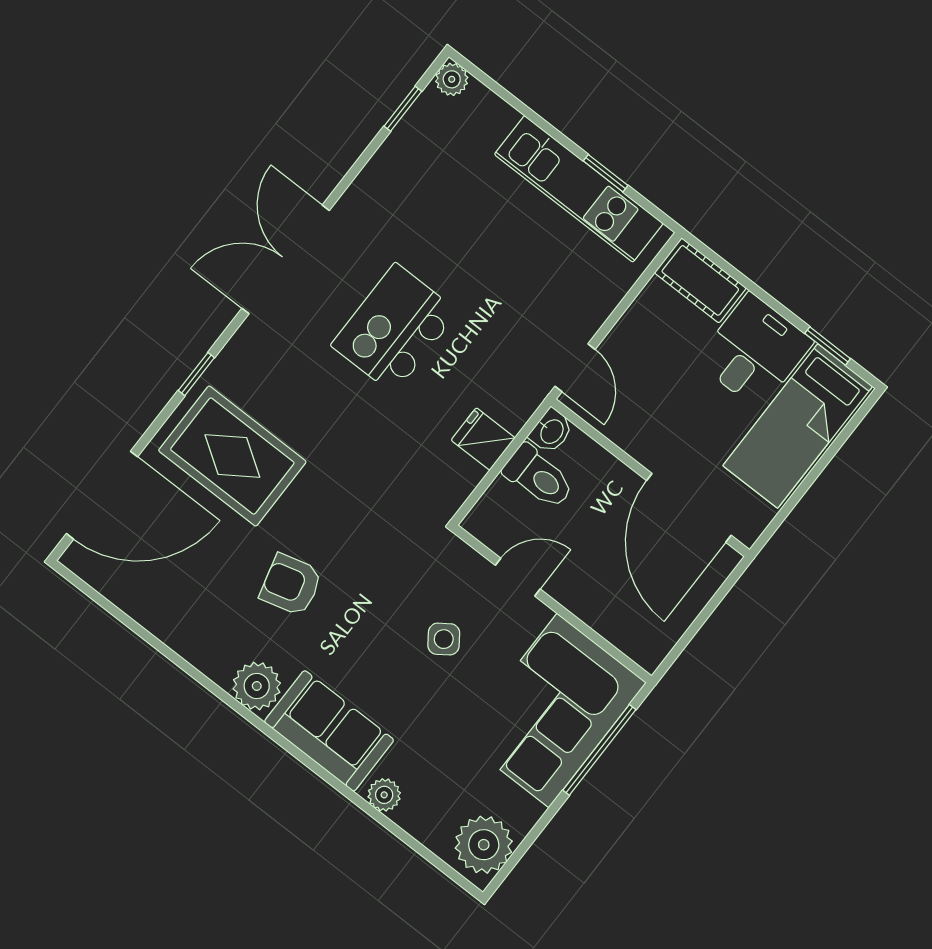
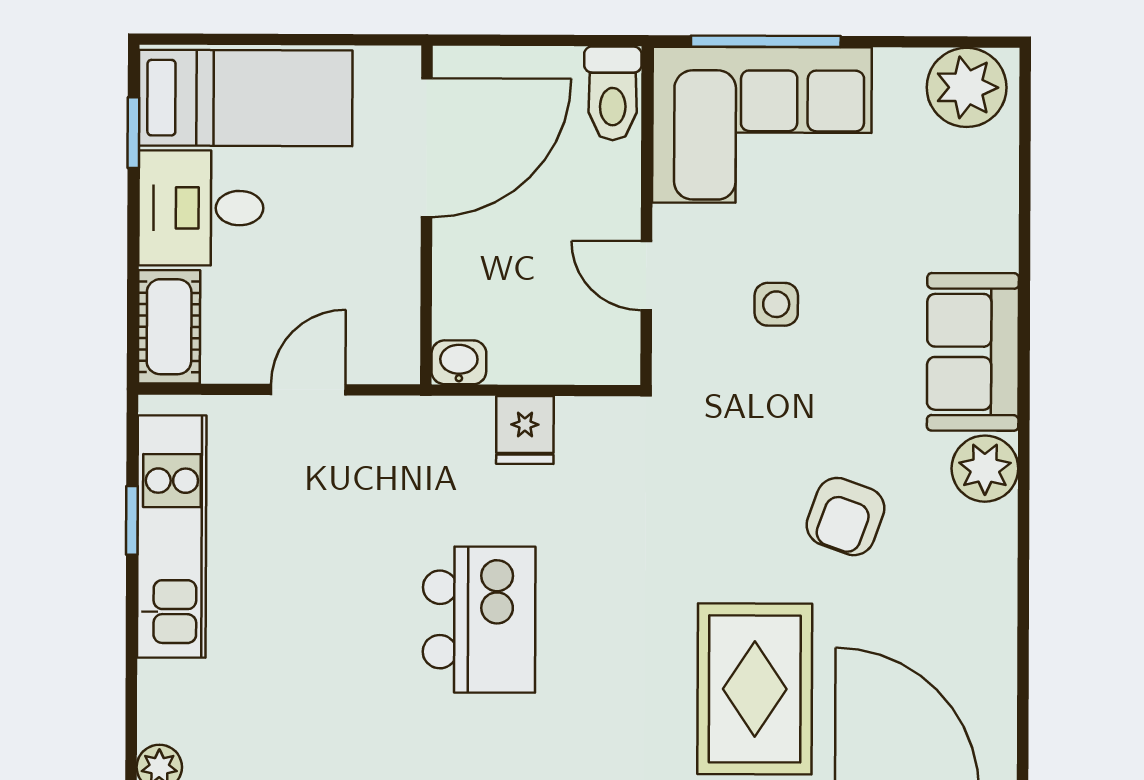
kitchen island: (395, 328) -> (479, 620), turned -90
door: (575, 368) -> (308, 390), moved
toilet: (539, 477) -> (613, 93), moved, turned 180
armchair: (291, 585) -> (846, 517), turned 35
side table: (444, 639) -> (776, 304), turned 35
plant: (384, 795) -> (996, 238), removed

